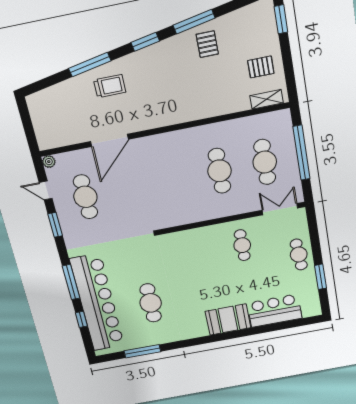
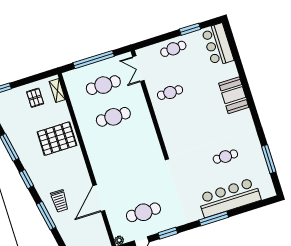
pallet: (207, 44) -> (57, 139), moved, width x2.05, depth x2.00
trolley: (110, 86) -> (60, 201), turned 180
door: (109, 140) -> (99, 198), swing flipped
bar counter: (97, 303) -> (229, 198), width x0.73
cafe table: (151, 303) -> (225, 157), width x0.73, depth x0.74
bar counter: (275, 311) -> (218, 45), moved
window: (81, 319) -> (245, 209), removed

